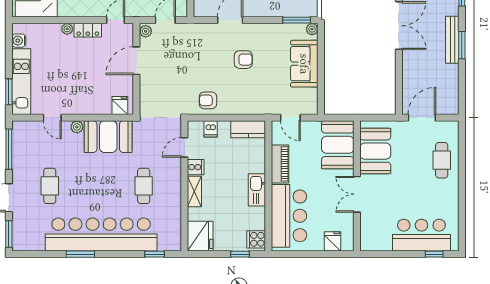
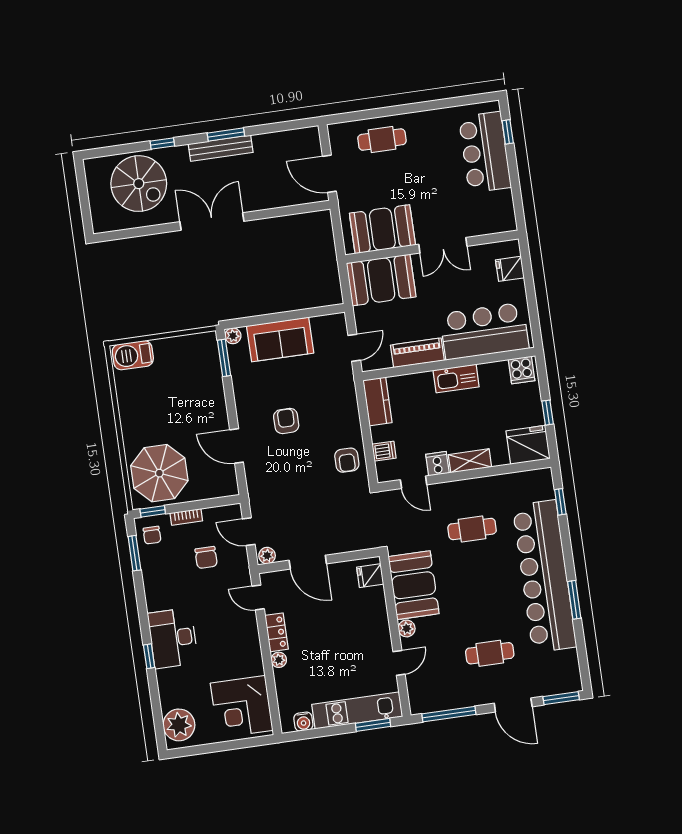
window: (240, 254) -> (548, 413), moved

